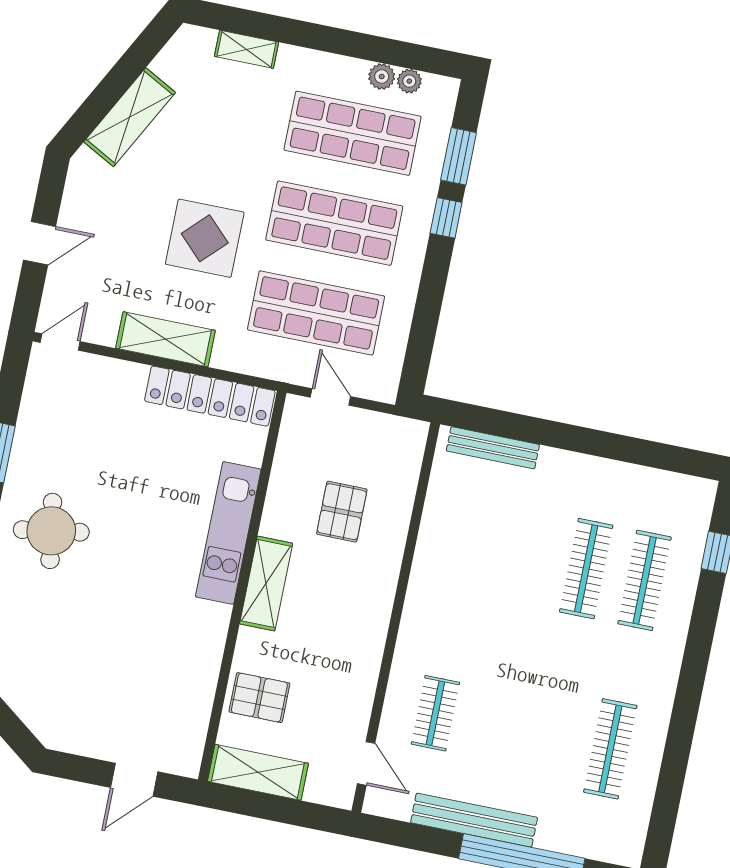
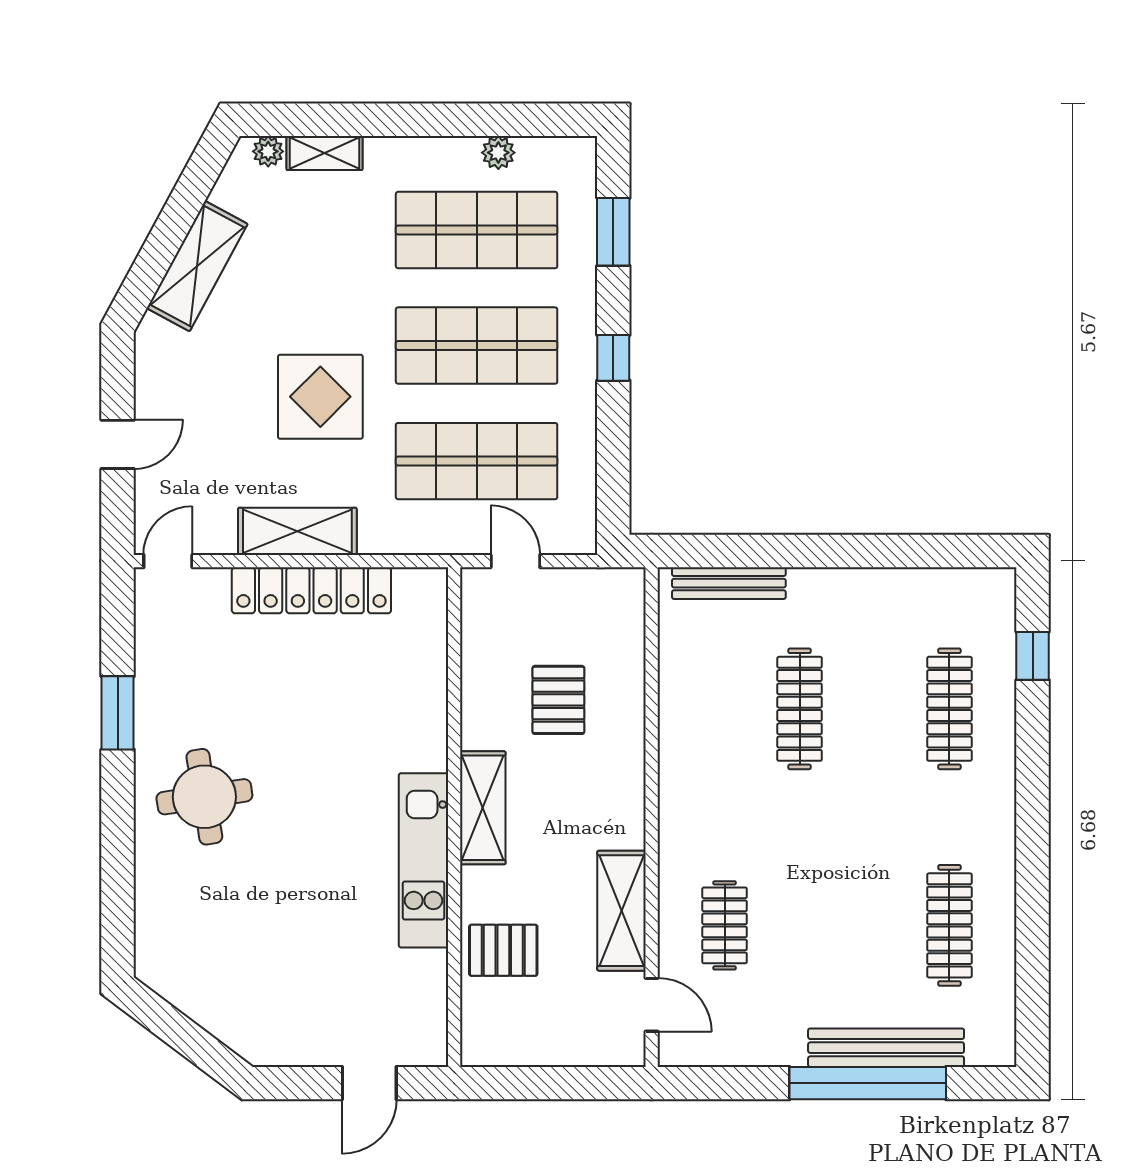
plant: (409, 81) -> (268, 151), moved
window: (446, 218) -> (613, 358), moved
locker: (210, 396) -> (311, 590), moved
kitchen unit: (228, 533) -> (423, 860), moved
clothes rail: (586, 569) -> (800, 709), moved
shelving: (258, 772) -> (622, 911), moved, turned 90
bench: (474, 820) -> (886, 1048), moved

